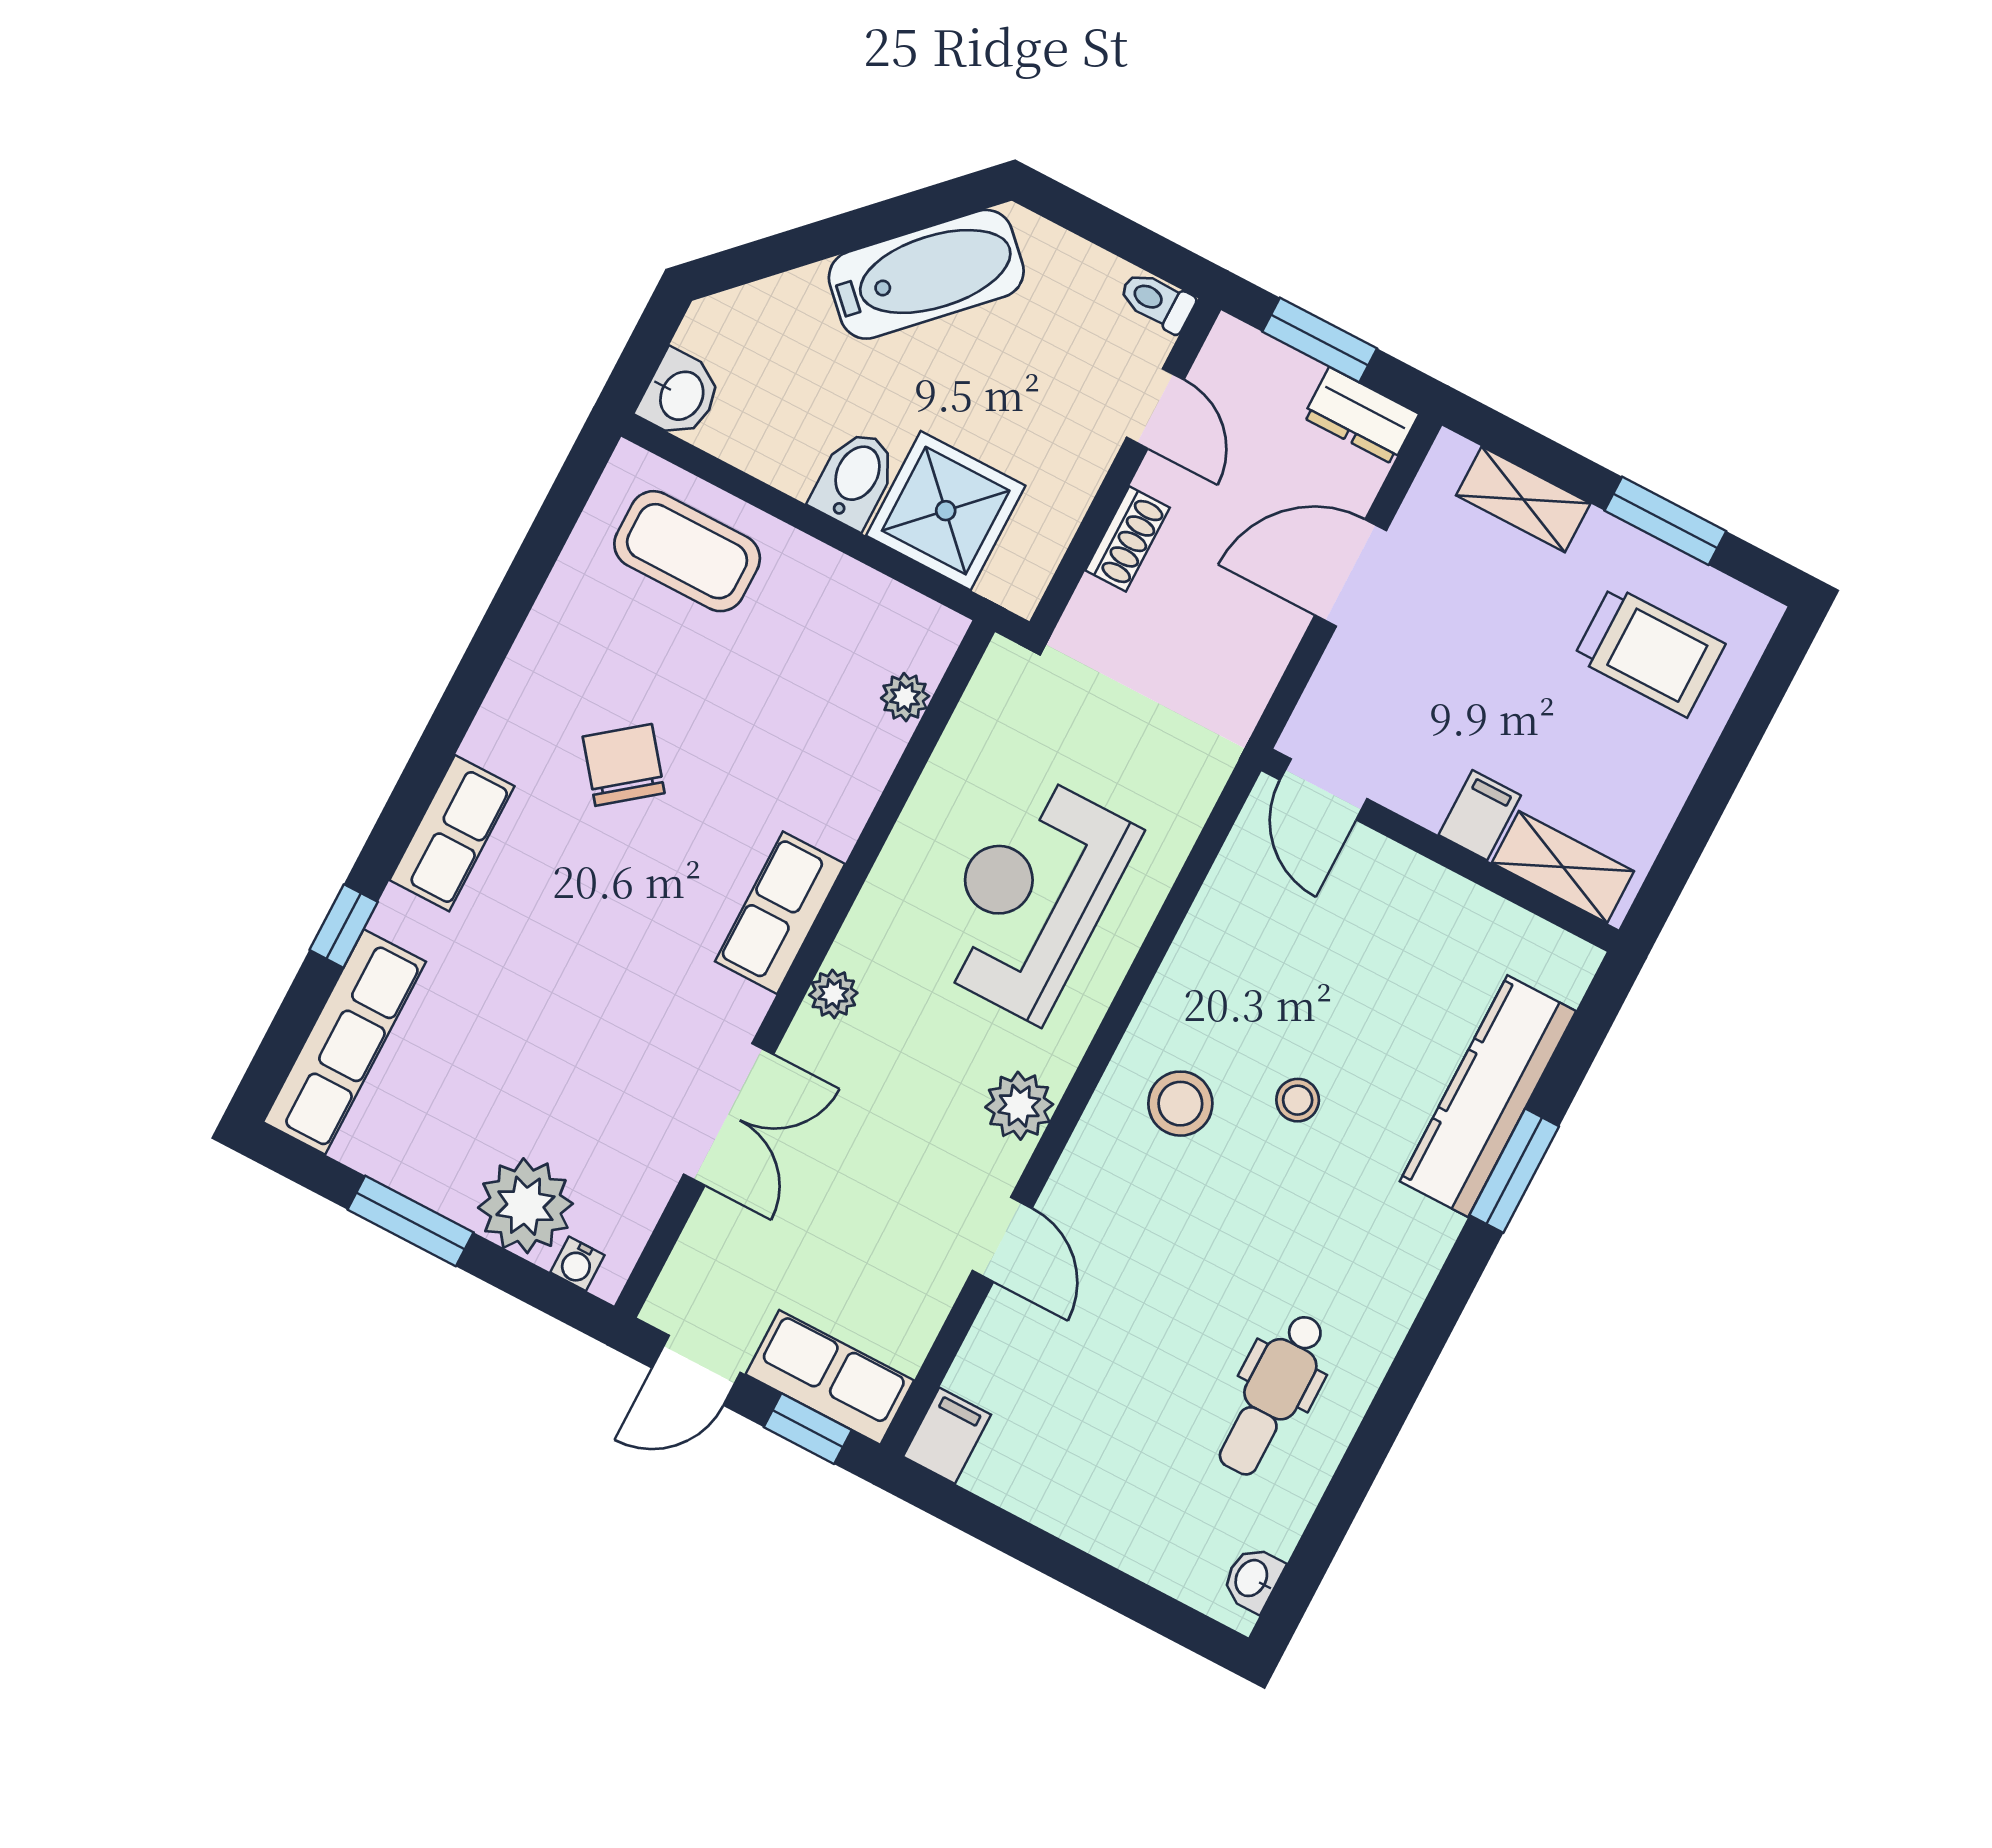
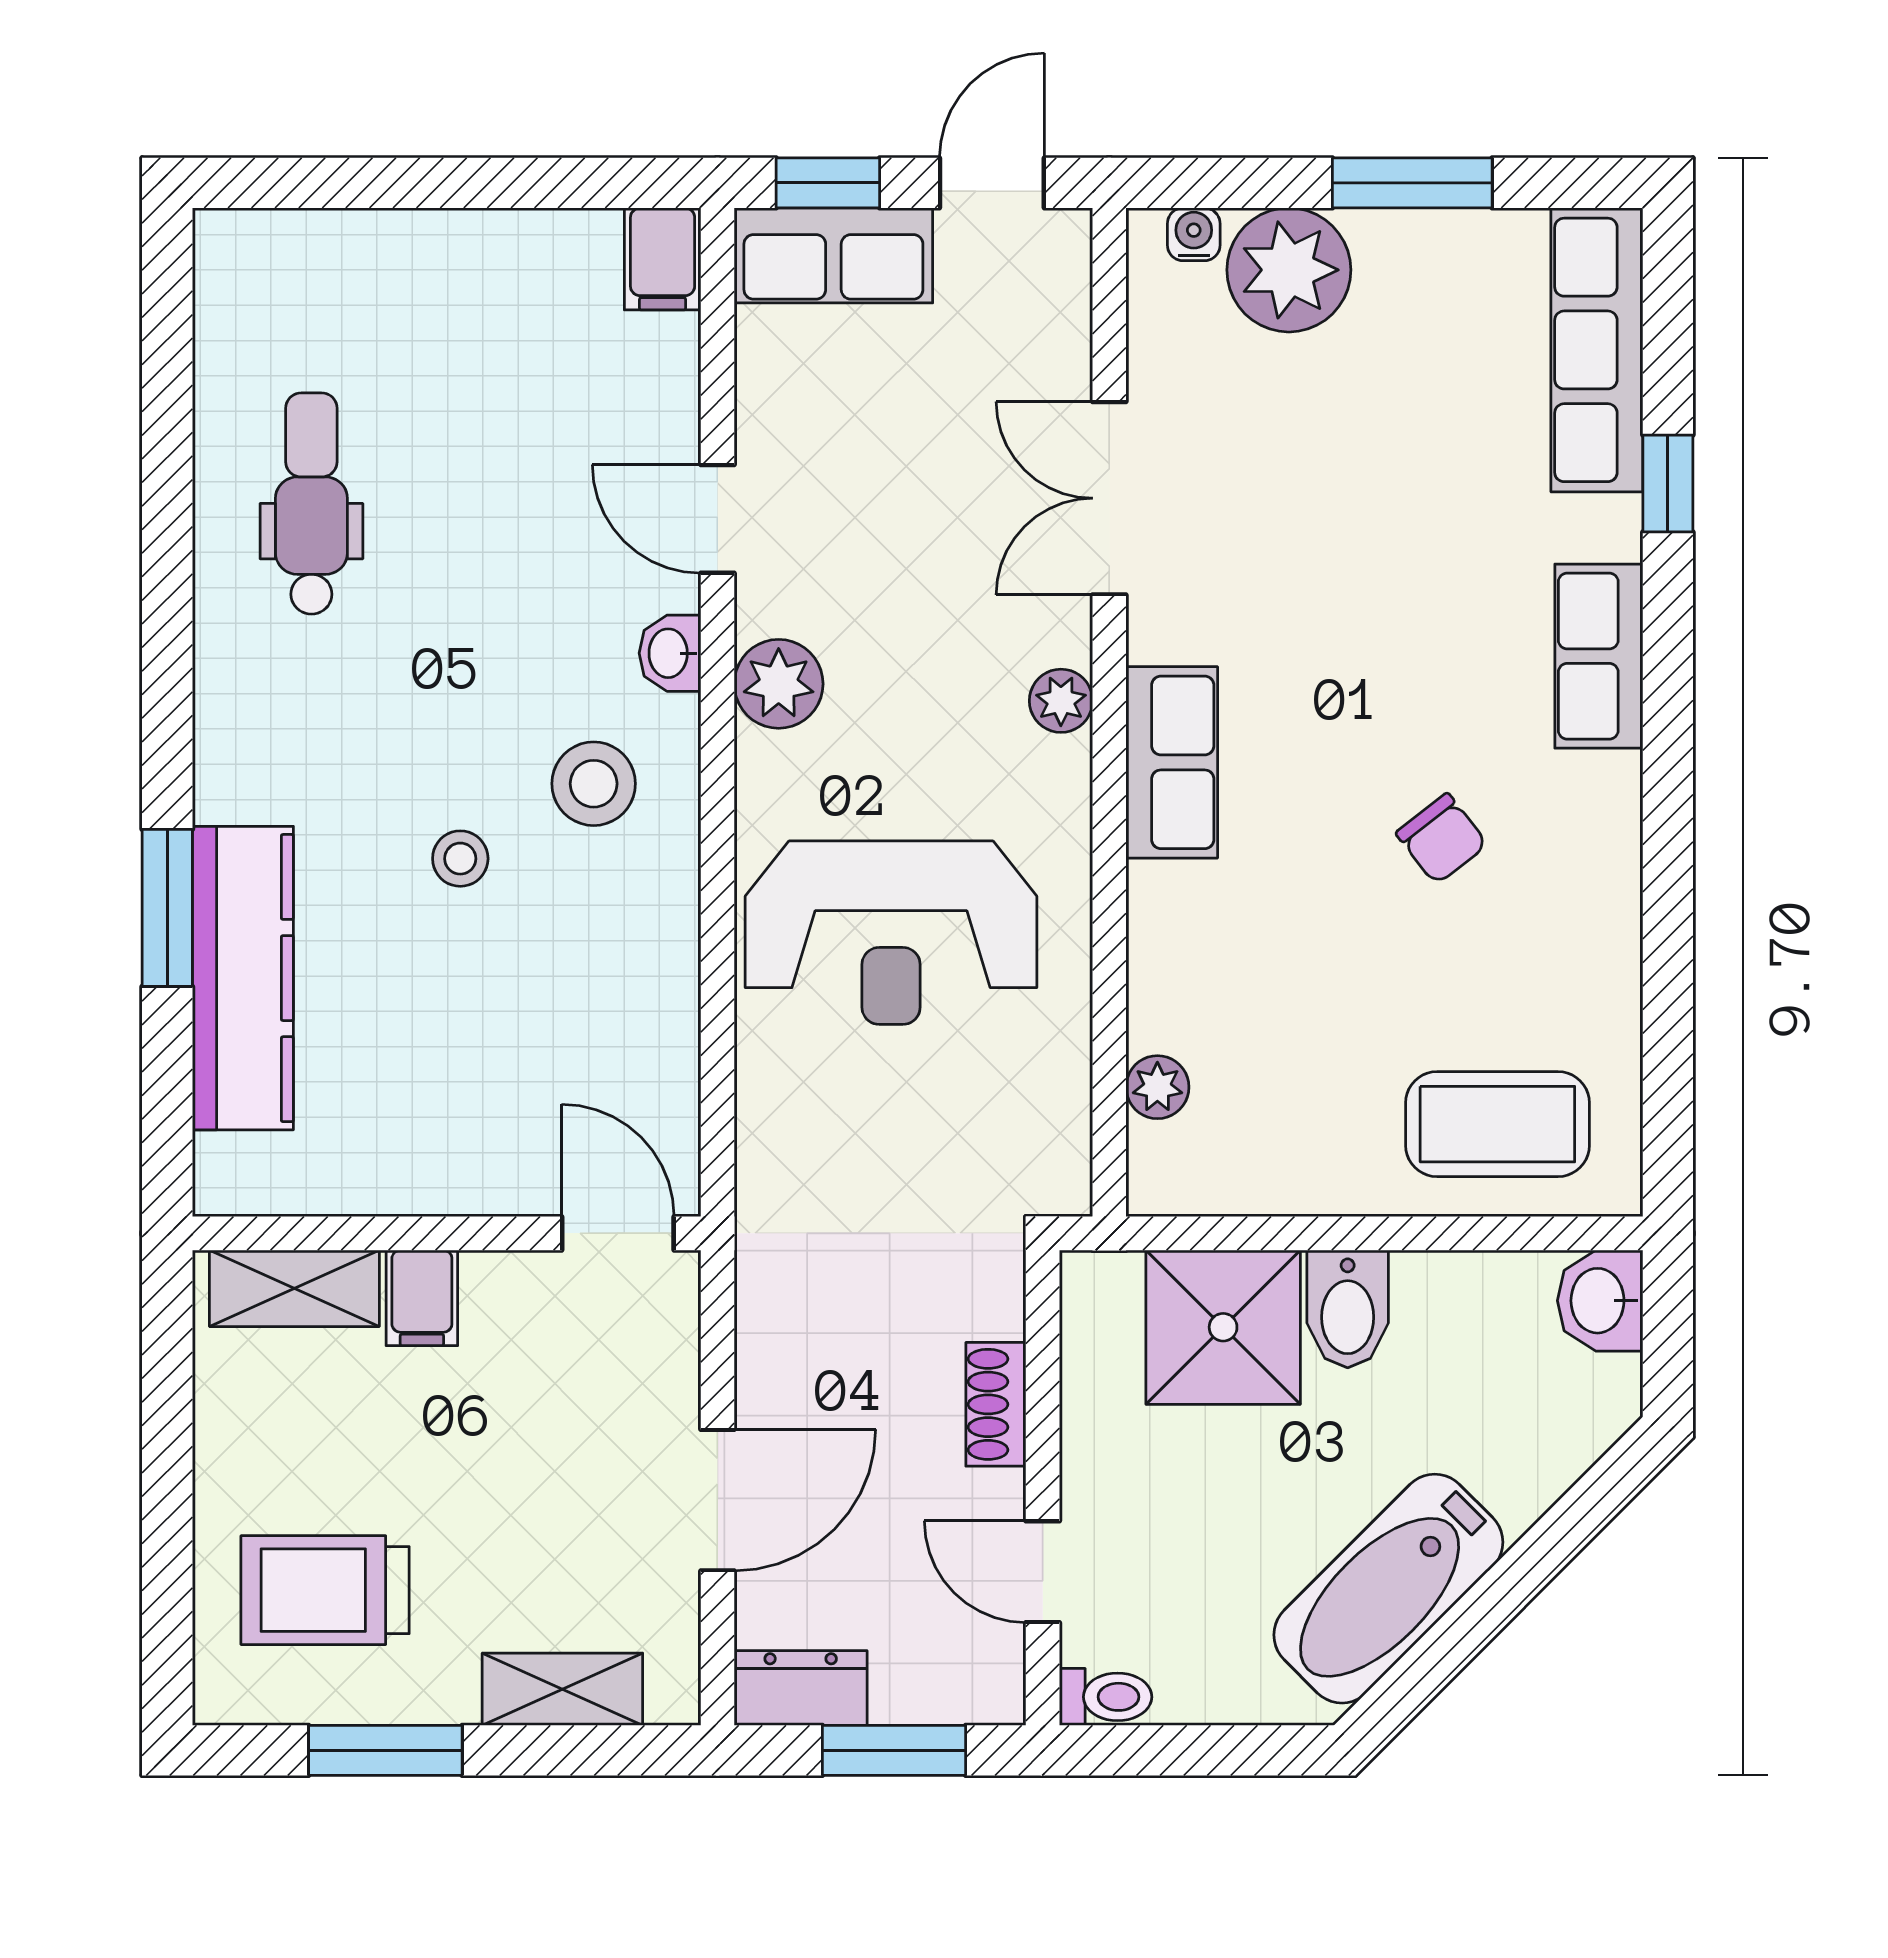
chair: (624, 765) -> (1442, 839), width x0.73, depth x0.73
reception desk: (1031, 897) -> (891, 933), turned 90
washbasin: (1253, 1579) -> (670, 653), moved, turned 180

